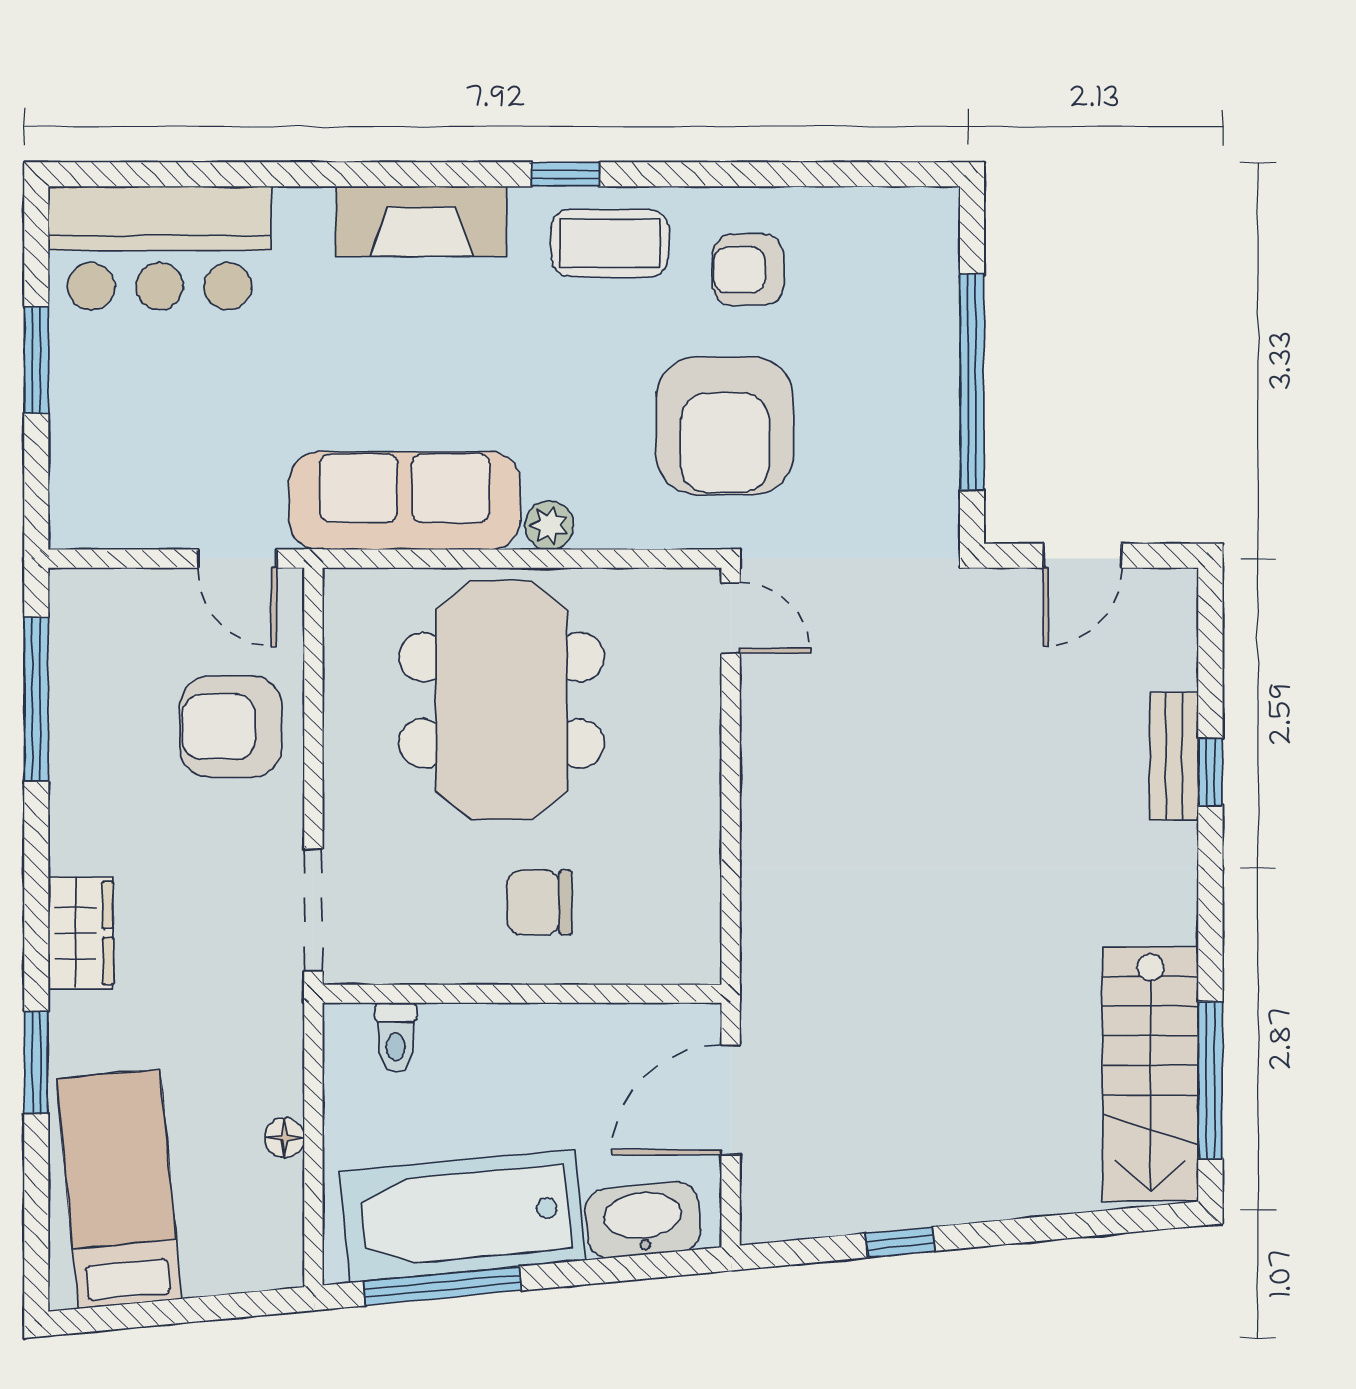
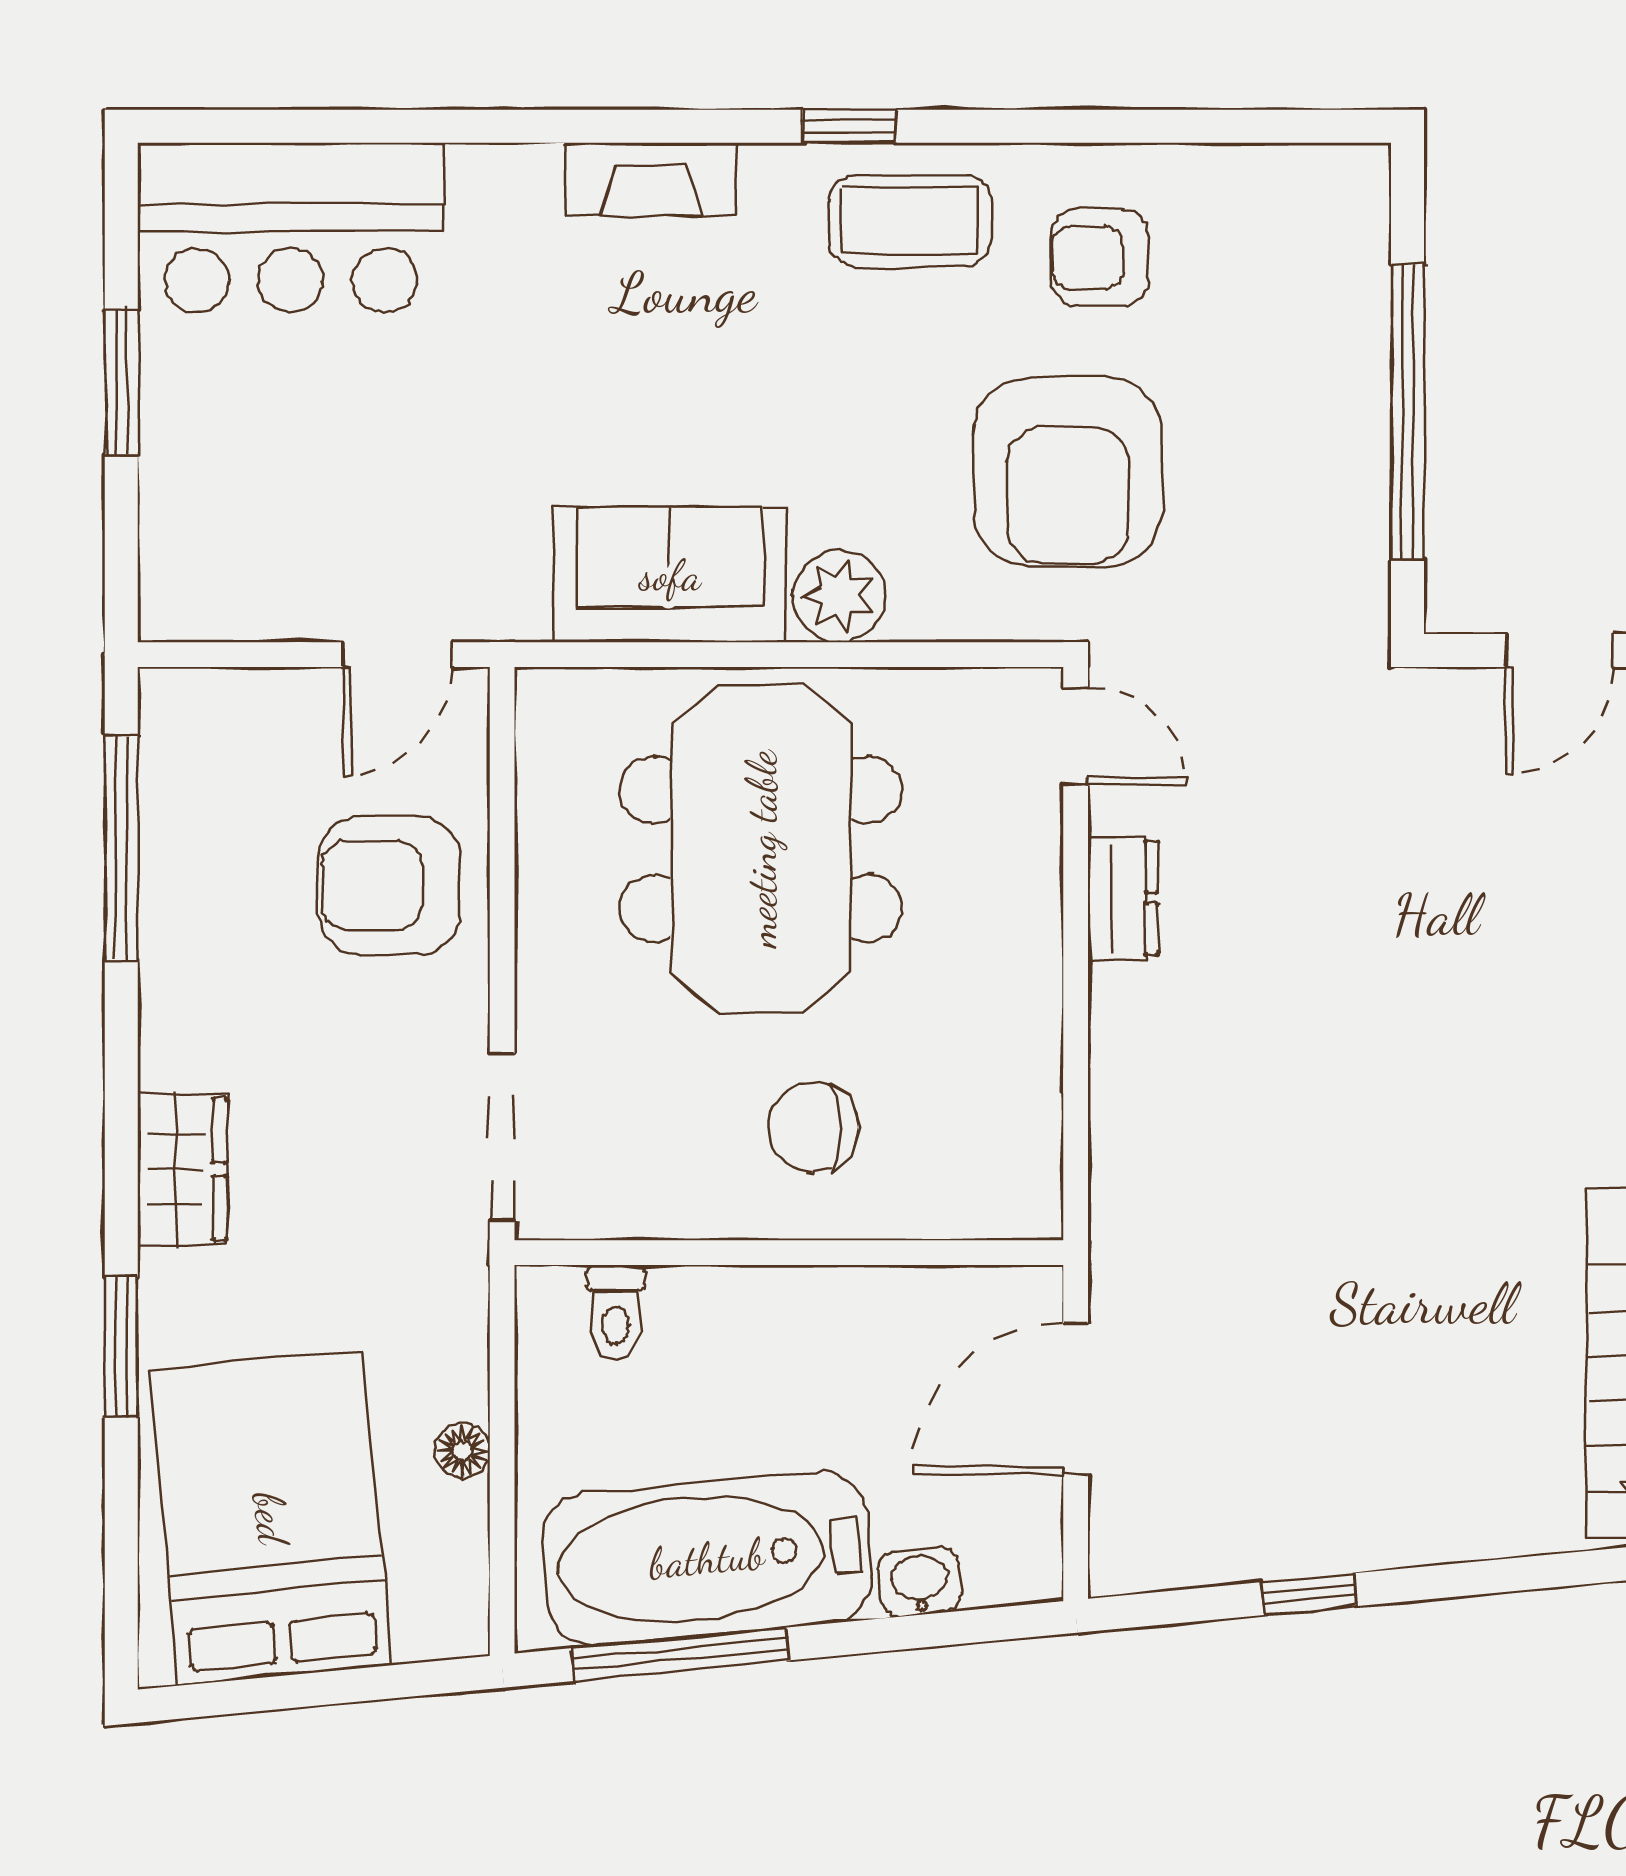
fireplace: (421, 221) -> (651, 179), width x0.73, depth x0.76
sofa: (405, 501) -> (670, 575), width x0.73
plant: (549, 525) -> (839, 596), width x1.38, depth x1.38
door: (237, 559) -> (397, 655), hinge flipped
dresser: (765, 736) -> (1123, 898), added
bed: (119, 1189) -> (271, 1518), width x1.50
washbasin: (643, 1220) -> (920, 1582), width x0.52, depth x0.69

